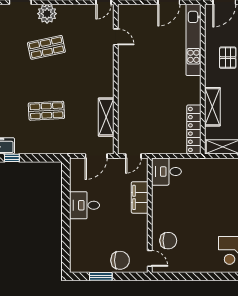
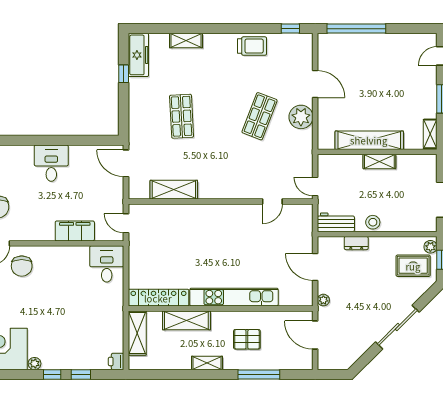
kitchen unit: (193, 40) -> (234, 297), moved
shop shelf: (46, 47) -> (260, 116), turned 33
door: (96, 156) -> (126, 163), moved
desk: (85, 205) -> (51, 163), moved

